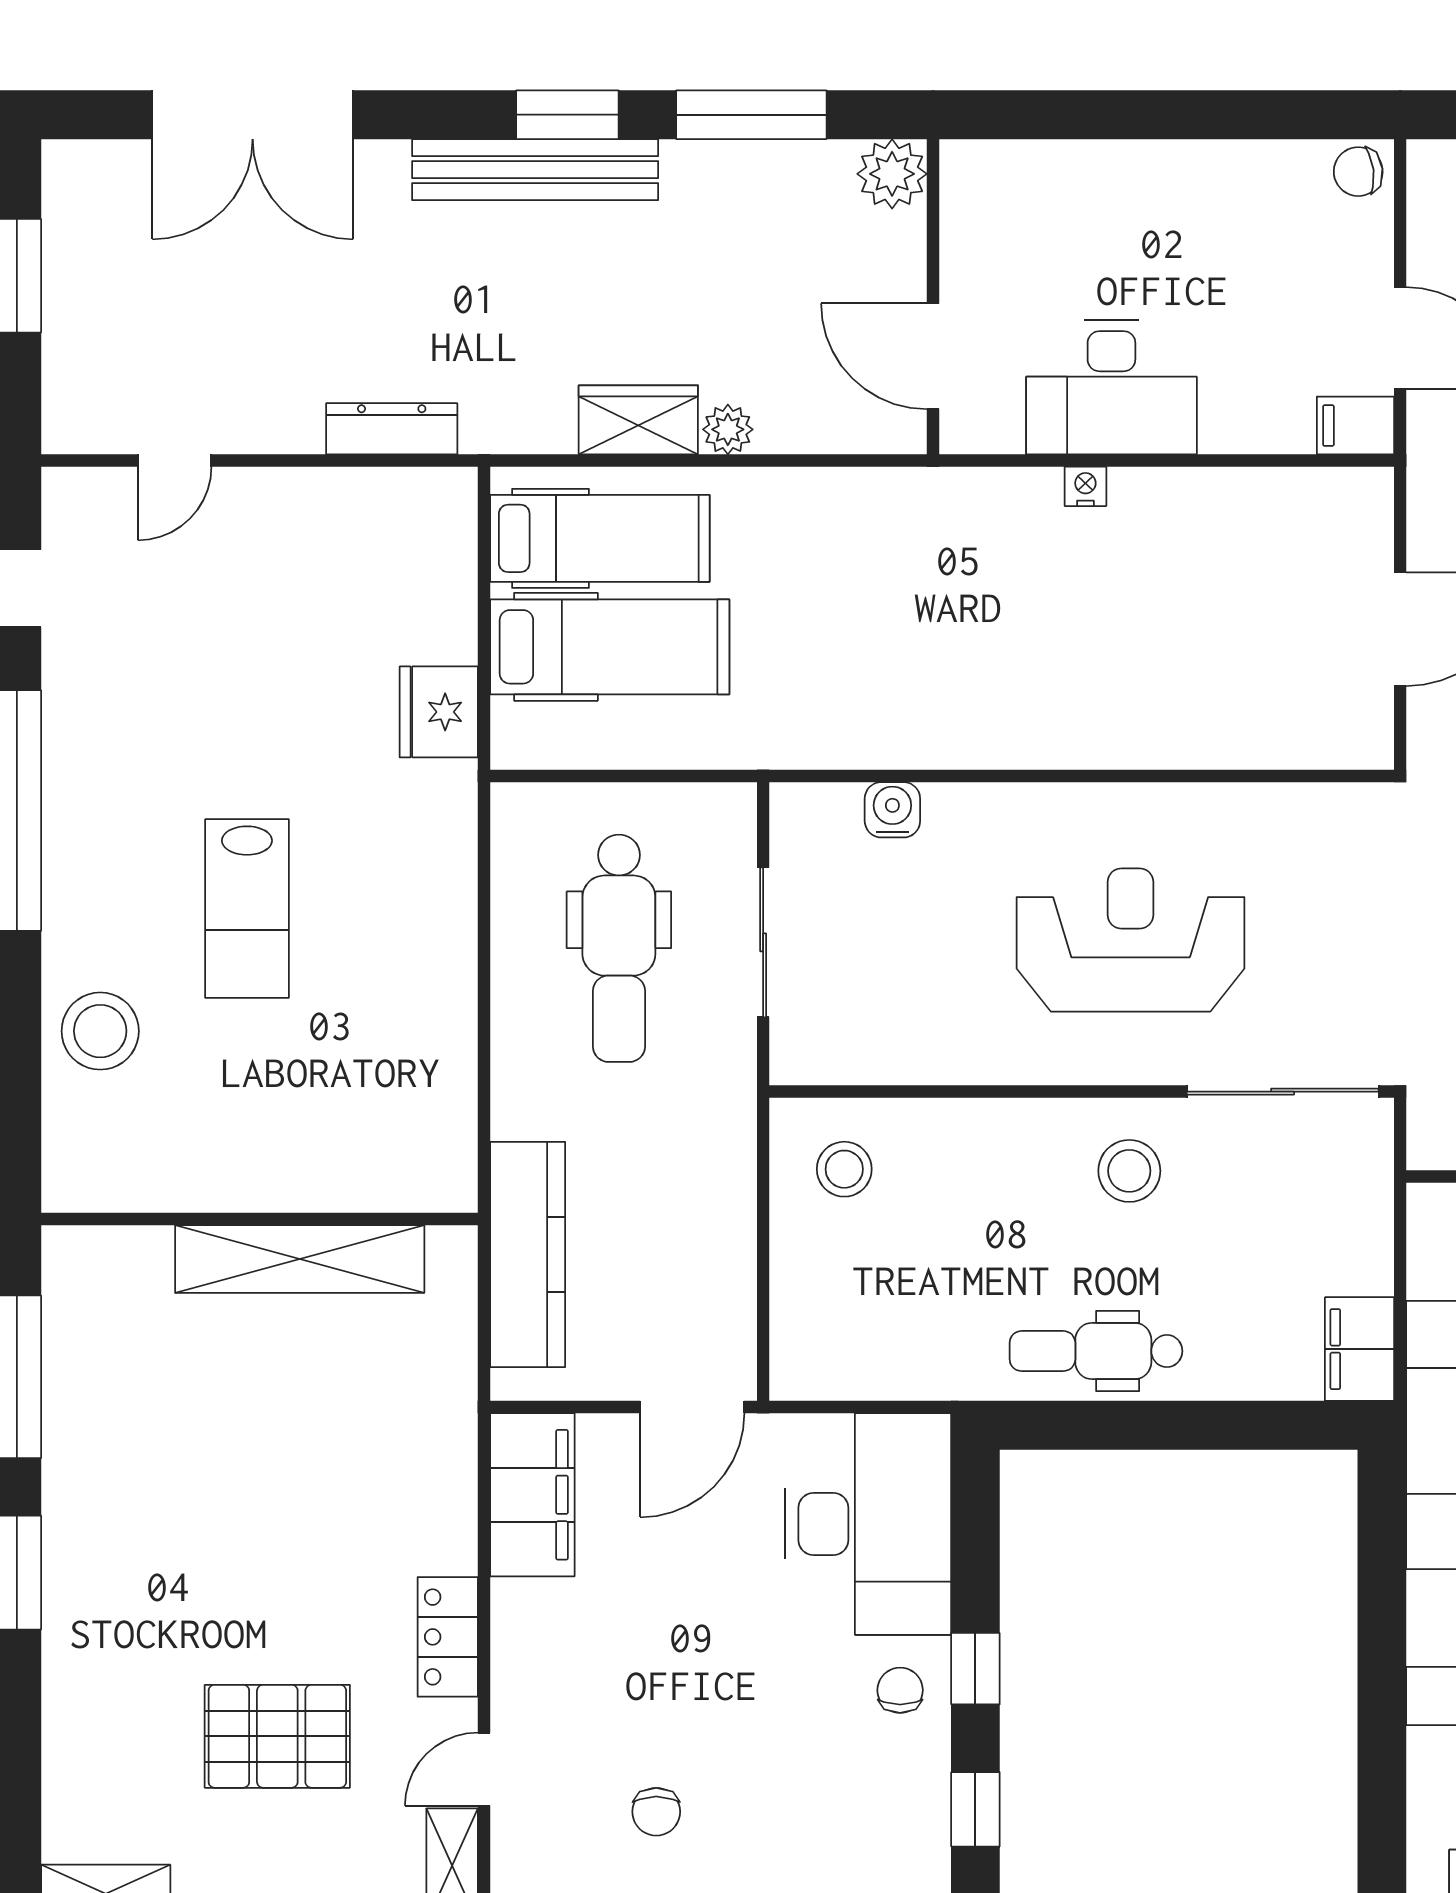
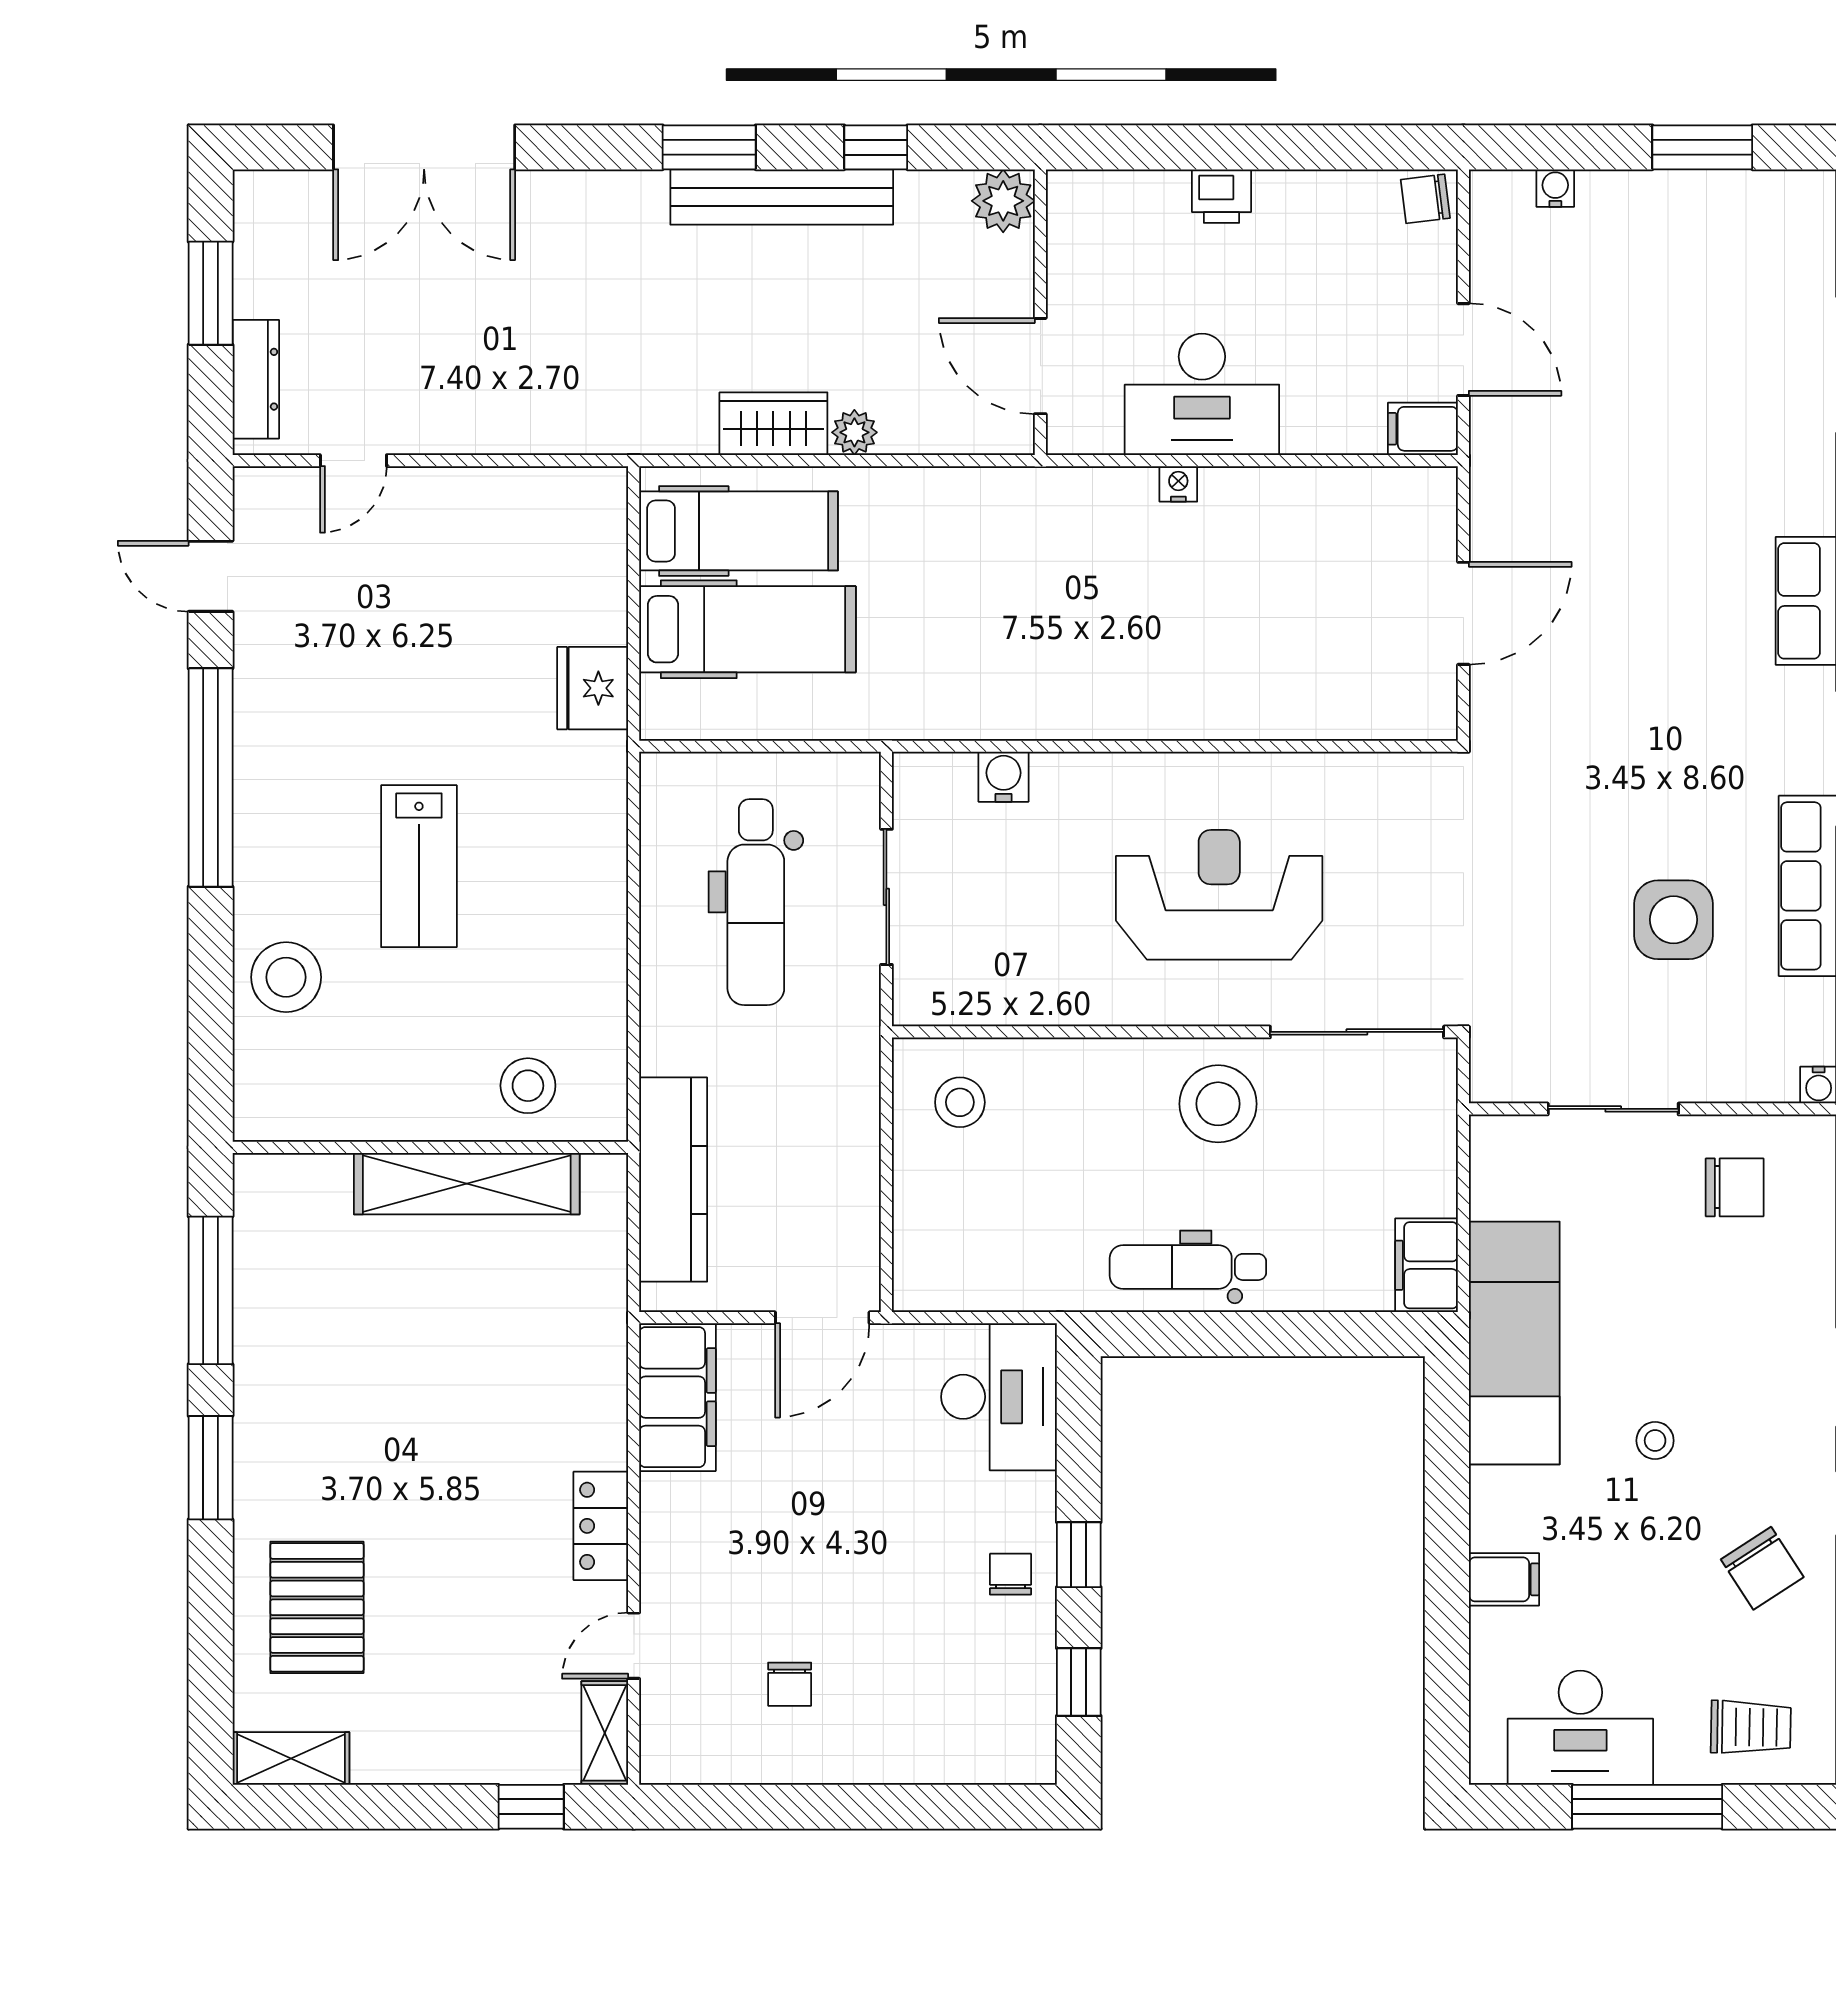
window: (751, 115) -> (876, 147), width x0.46
printer: (1133, 169) -> (1222, 196), added
bench: (535, 170) -> (782, 197), moved
dresser: (392, 429) -> (256, 379), moved, turned 90
stool: (367, 1151) -> (528, 1086), added
stool: (1129, 1171) -> (1218, 1104), width x1.38, depth x1.38
desk: (868, 1524) -> (999, 1397), width x0.73, depth x0.77
pallet: (277, 1736) -> (317, 1607), moved, turned 90

